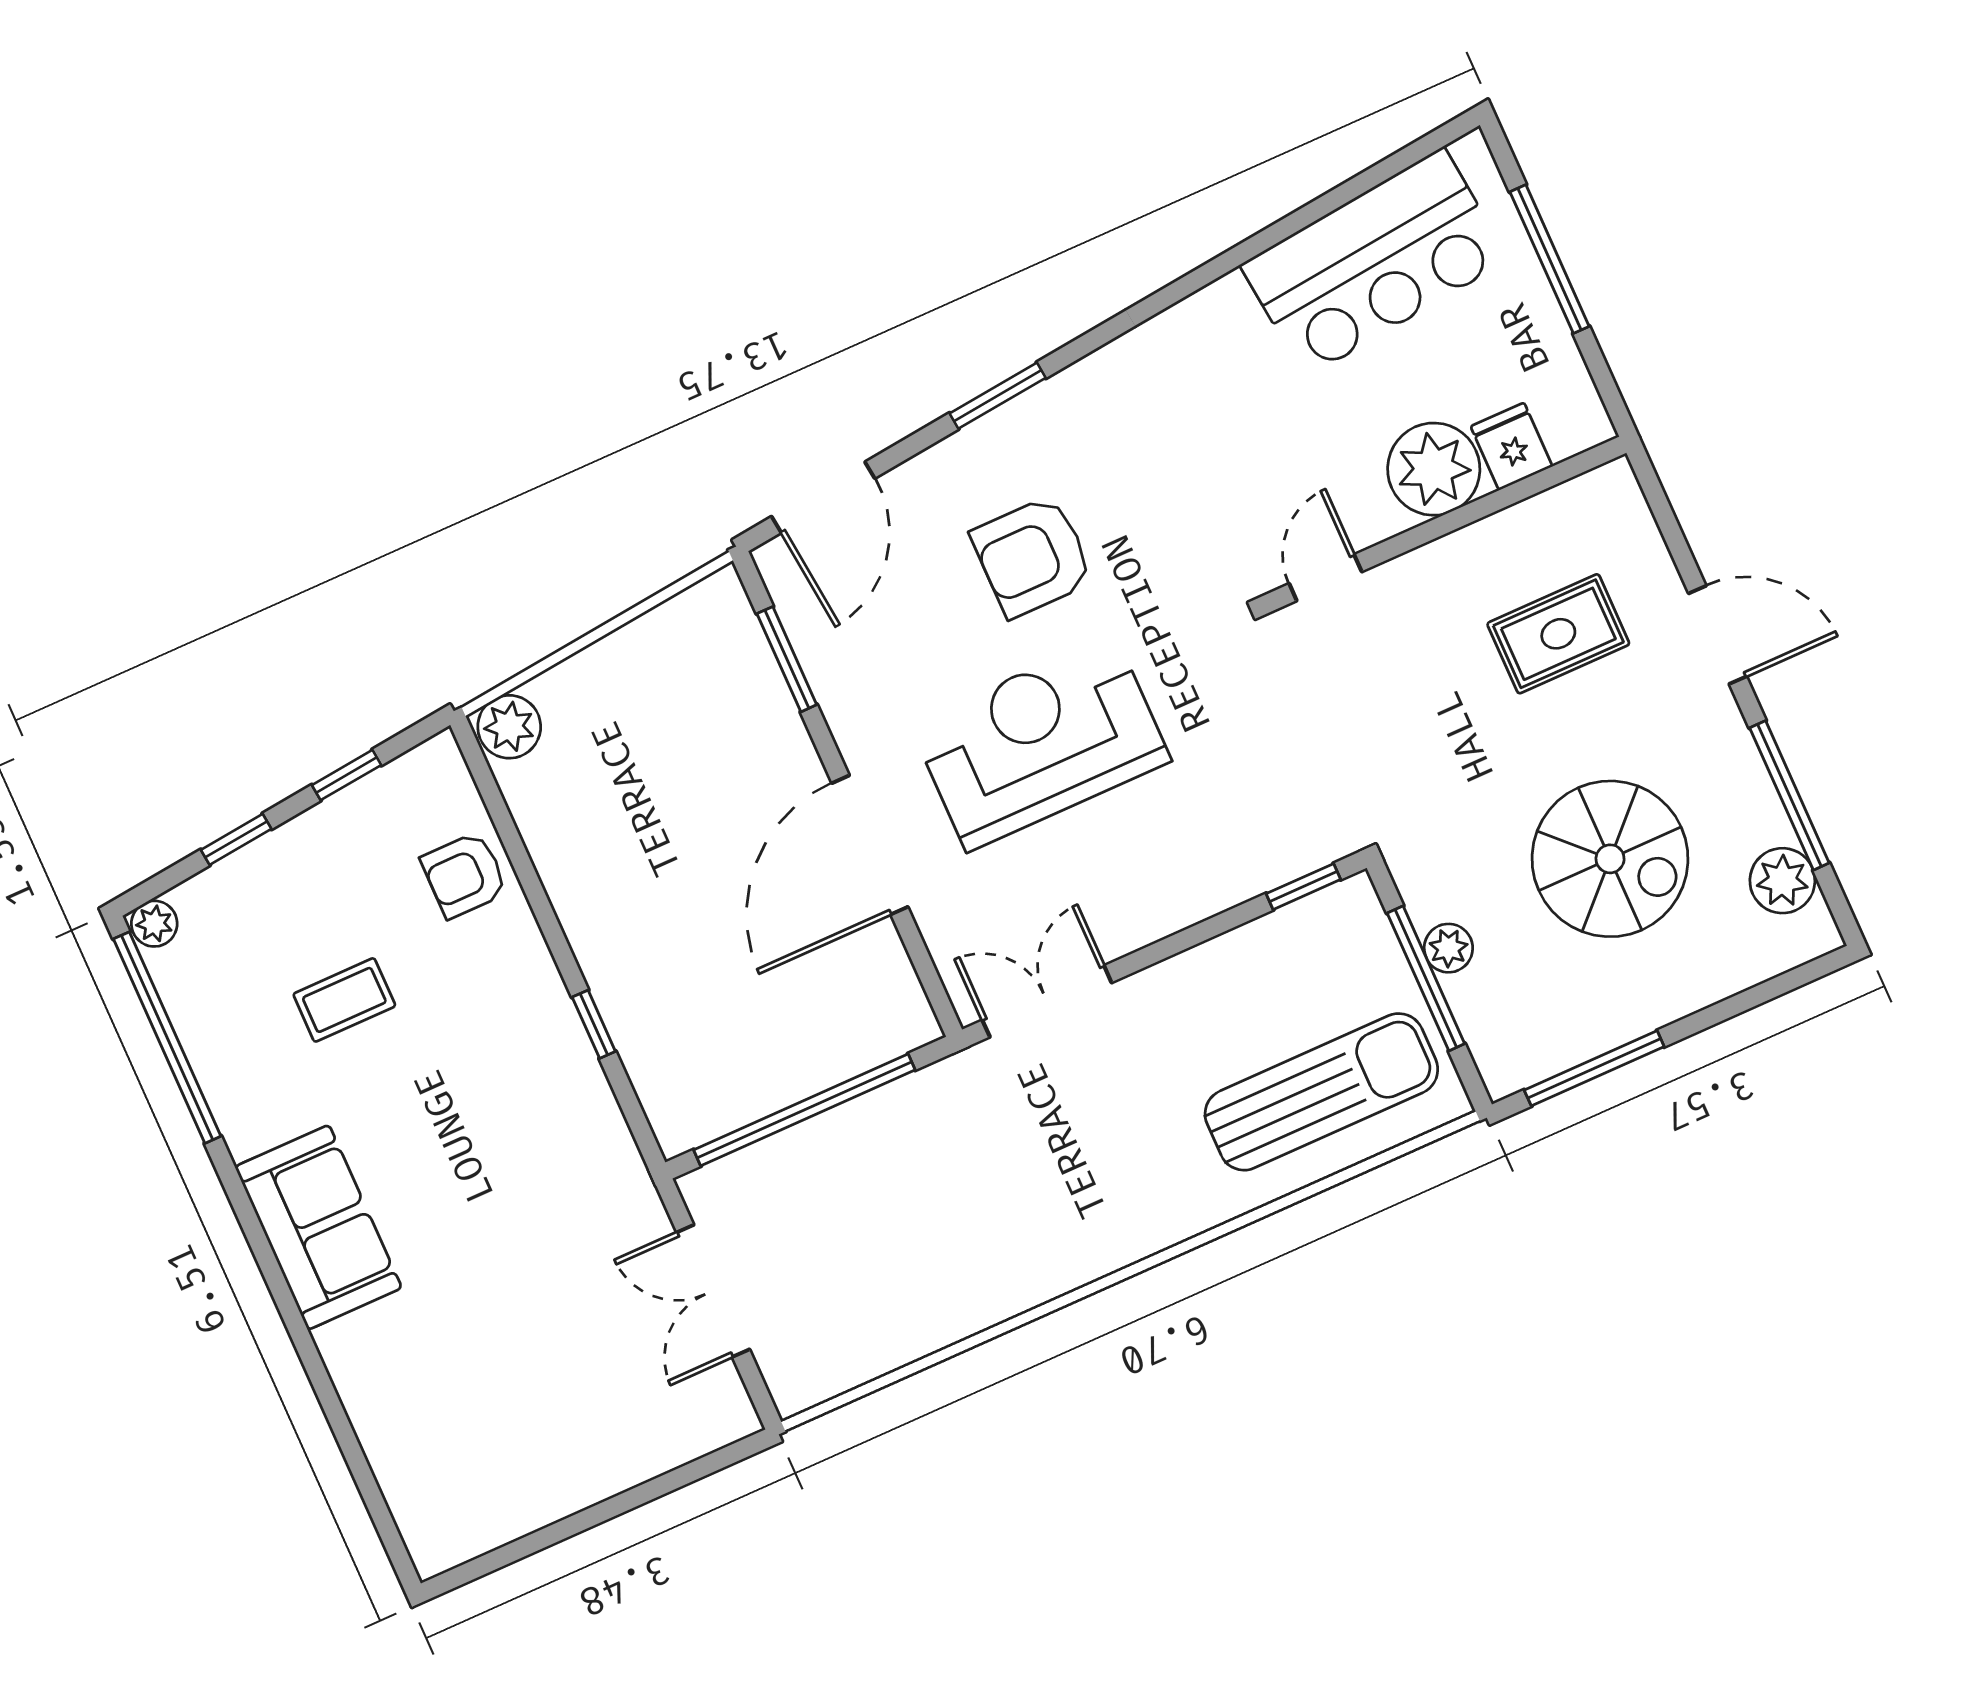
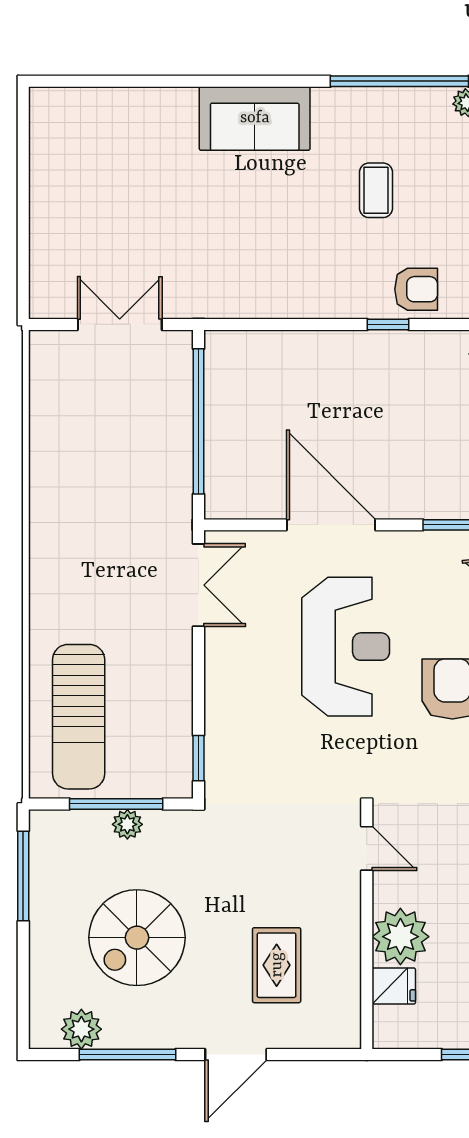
armchair: (464, 875) -> (416, 289), turned 90
window: (594, 1024) -> (388, 324), moved

